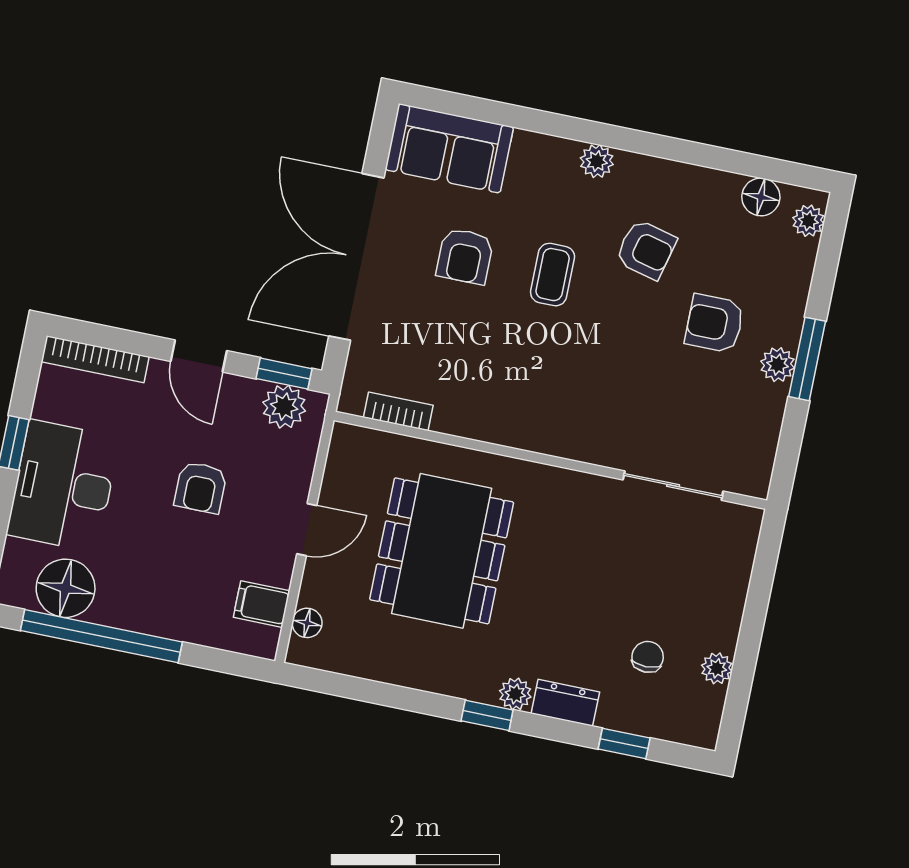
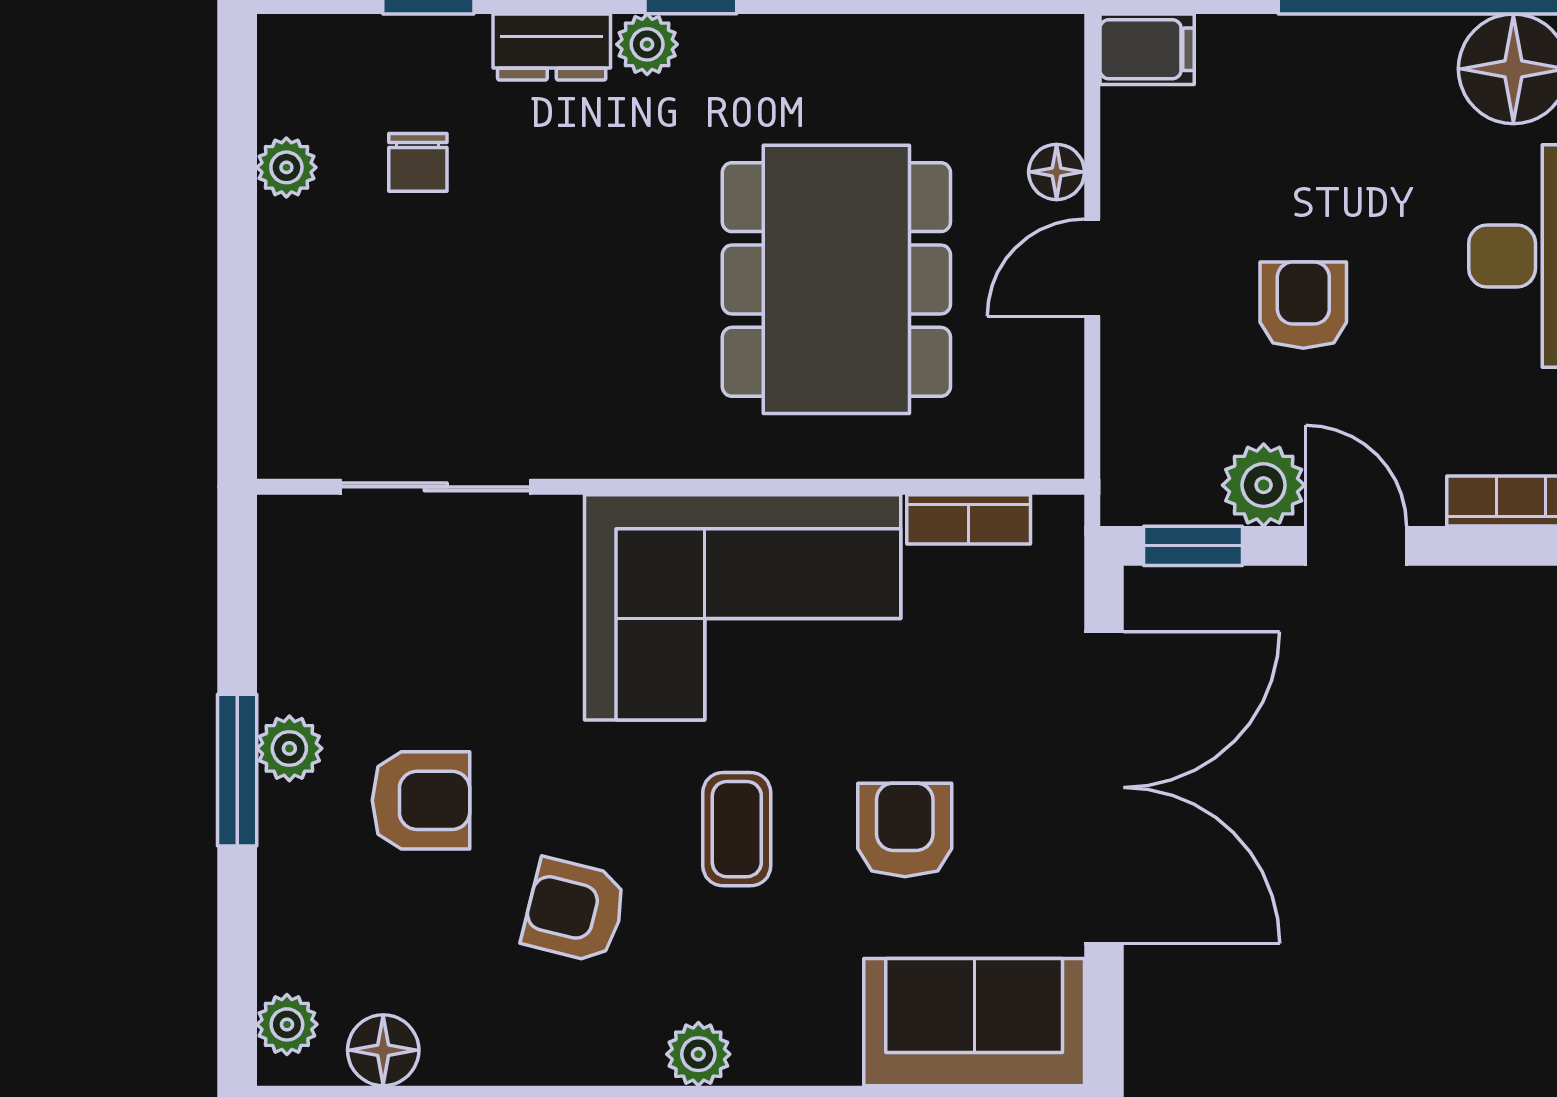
corner sofa: (526, 390) -> (743, 607), added
plant: (284, 407) -> (1264, 485), moved
filing cabinet: (262, 604) -> (1147, 49), moved
floor lamp: (307, 623) -> (1057, 172), moved

